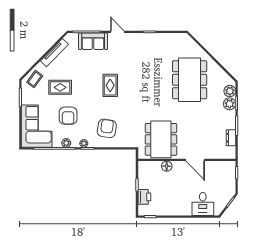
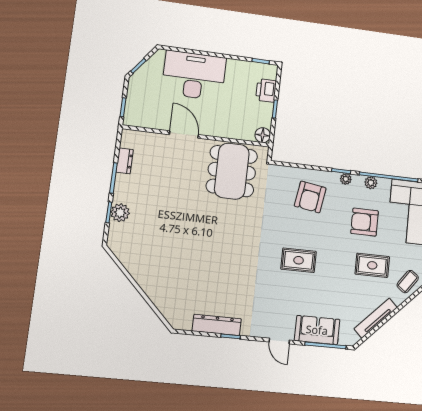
dresser: (159, 38) -> (217, 325), added
dining table: (190, 80) -> (177, 256), removed
rug: (110, 85) -> (299, 260), turned 90
plant: (230, 91) -> (117, 232), removed
armchair: (68, 116) -> (365, 222), turned -90
floor lamp: (167, 166) -> (263, 135), moved
desk: (203, 204) -> (194, 75), width x1.87, depth x1.30

